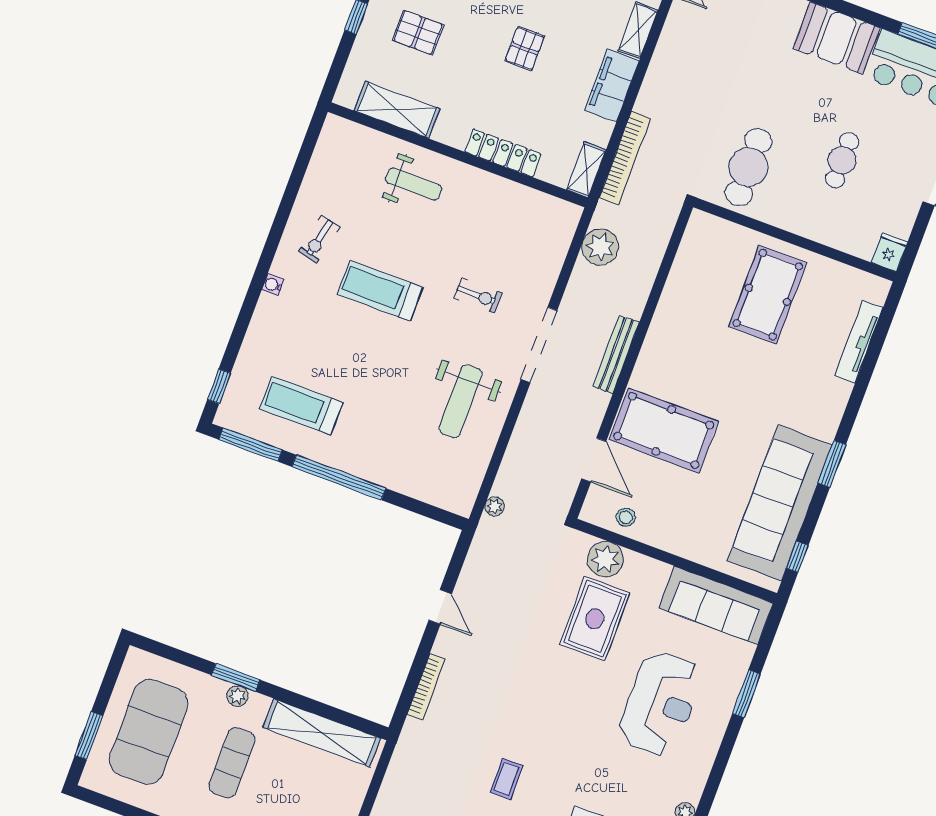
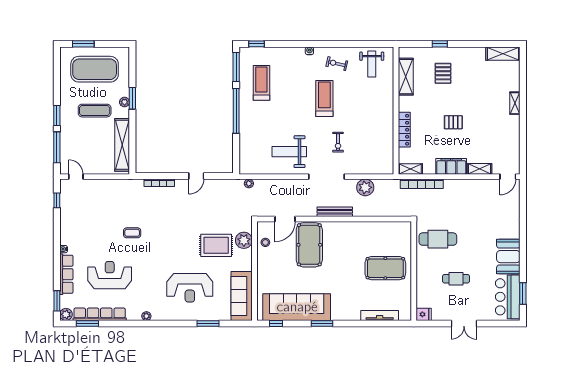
weight bench: (414, 184) -> (372, 64), moved
plant: (600, 247) -> (365, 187), moved

